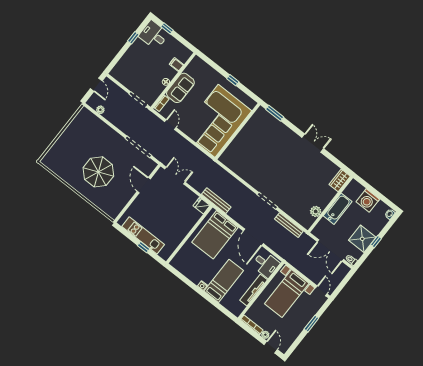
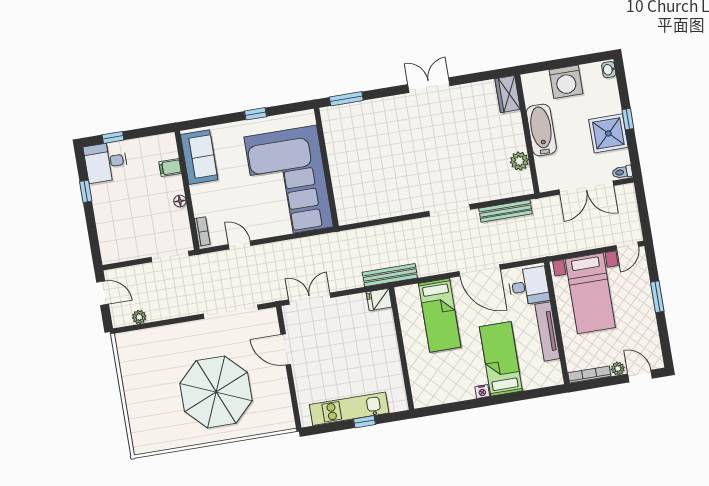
sofa: (180, 88) -> (199, 157), moved
parasol: (98, 172) -> (216, 392), width x1.36, depth x1.36
bed: (215, 235) -> (440, 315), width x0.67
door: (321, 291) -> (627, 246), swing flipped

